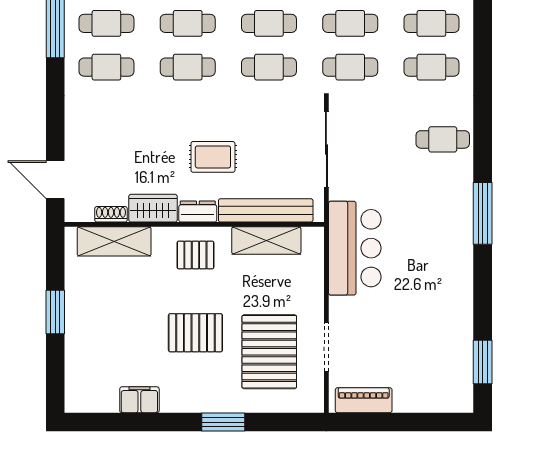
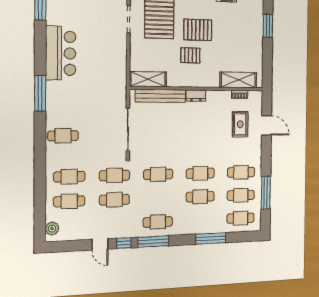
cafe table: (269, 23) -> (158, 198), removed
rug: (213, 157) -> (240, 124), moved, turned 90
door: (55, 180) -> (267, 125), moved
wardrobe: (153, 208) -> (219, 98), removed
shelving: (266, 241) -> (148, 79), moved
bar counter: (355, 248) -> (61, 53), moved, turned 180
pallet: (195, 255) -> (190, 55), moved
window: (55, 312) -> (268, 26), moved

